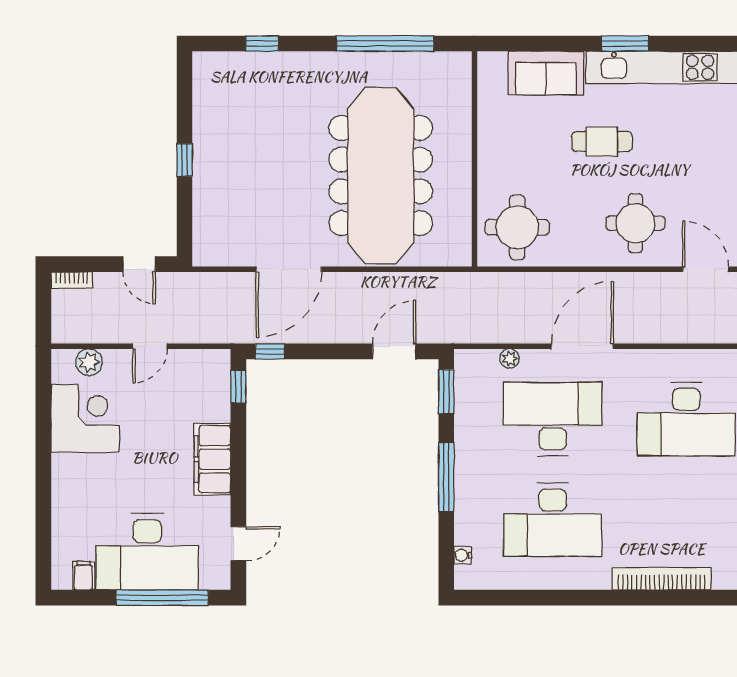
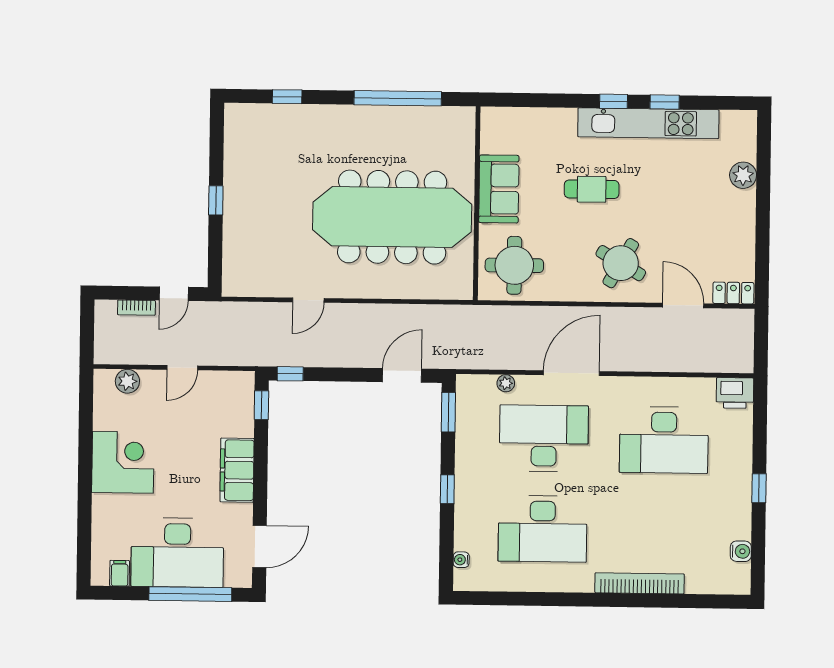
window: (625, 43) -> (613, 101), width x0.67
window: (682, 43) -> (665, 102), added
sofa: (546, 73) -> (499, 189), moved, turned -90
meeting table: (381, 176) -> (392, 217), turned 90
round table: (635, 223) -> (621, 263), turned 30
door: (139, 264) -> (174, 294), hinge flipped
door: (289, 269) -> (308, 300), width x0.53
bookcase: (72, 280) -> (136, 308), moved
corner desk: (85, 418) -> (123, 462), moved
window: (446, 477) -> (447, 489), width x0.46
door: (238, 544) -> (259, 546), width x1.38

